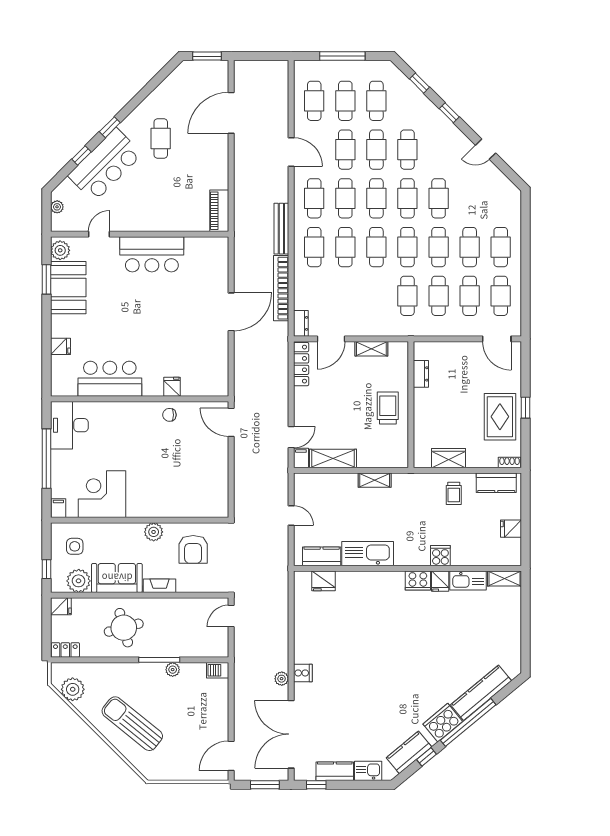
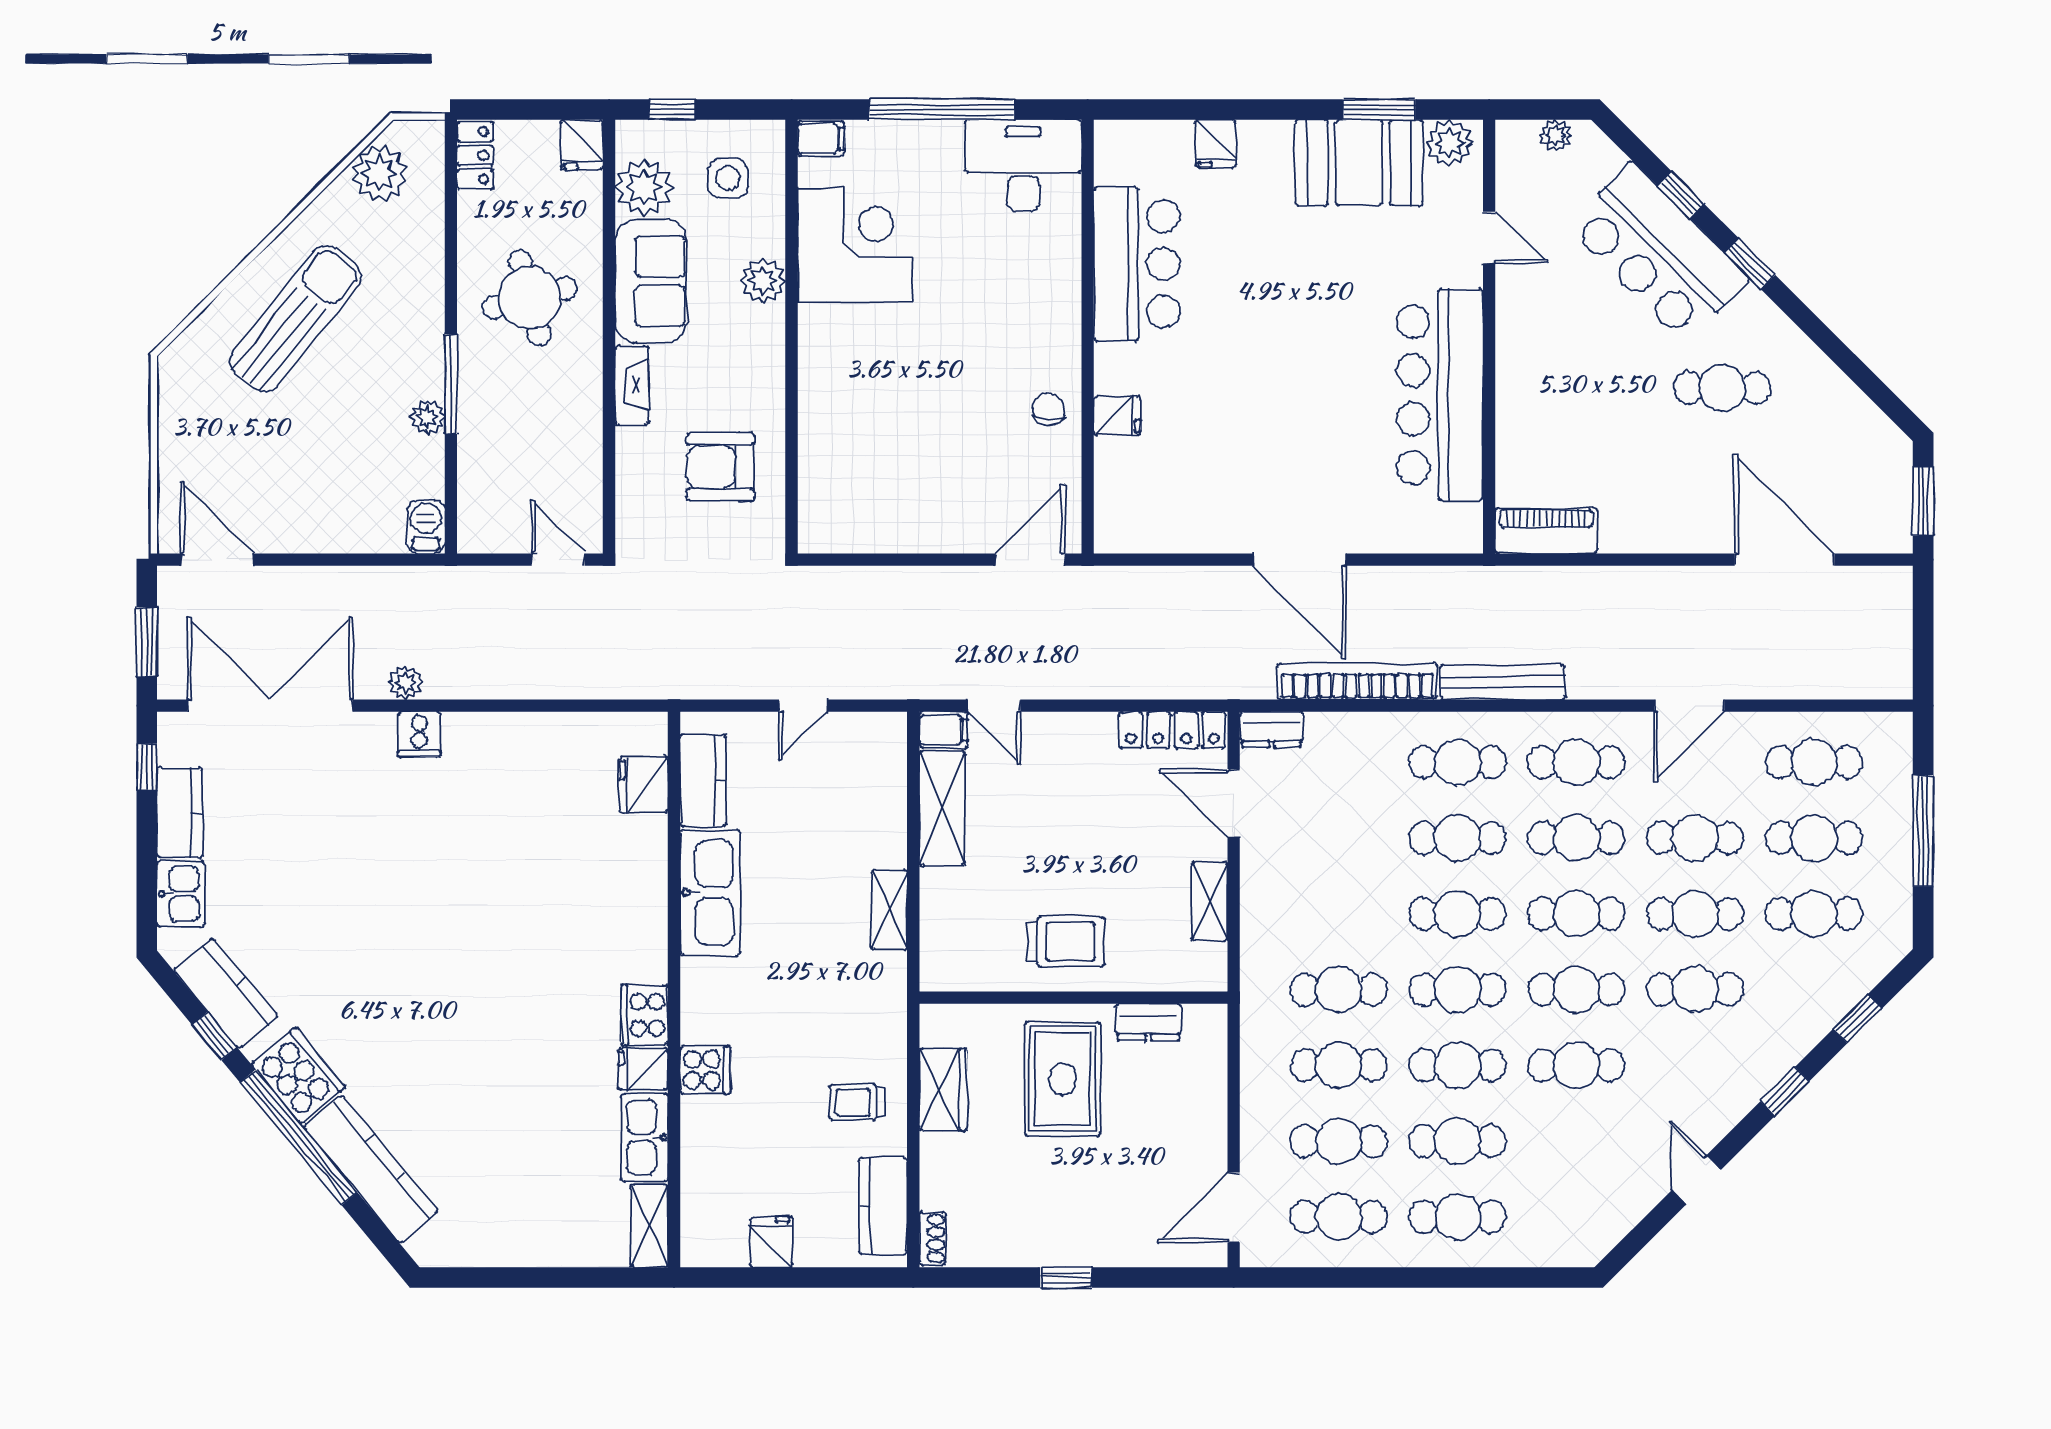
bar counter: (152, 254) -> (1440, 395), width x1.36
rug: (500, 417) -> (1063, 1079), moved, turned 90
plant: (154, 532) -> (763, 281), moved

